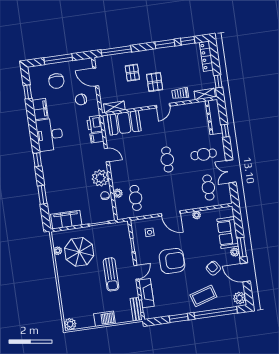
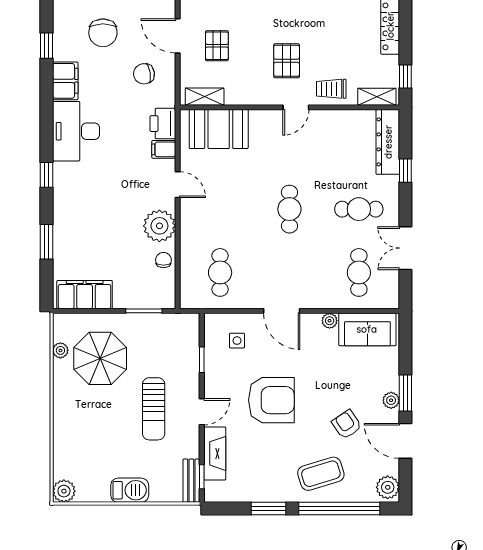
pallet: (132, 73) -> (217, 46), moved
plant: (118, 193) -> (188, 259), removed
sofa: (228, 233) -> (367, 329), moved, turned -90

